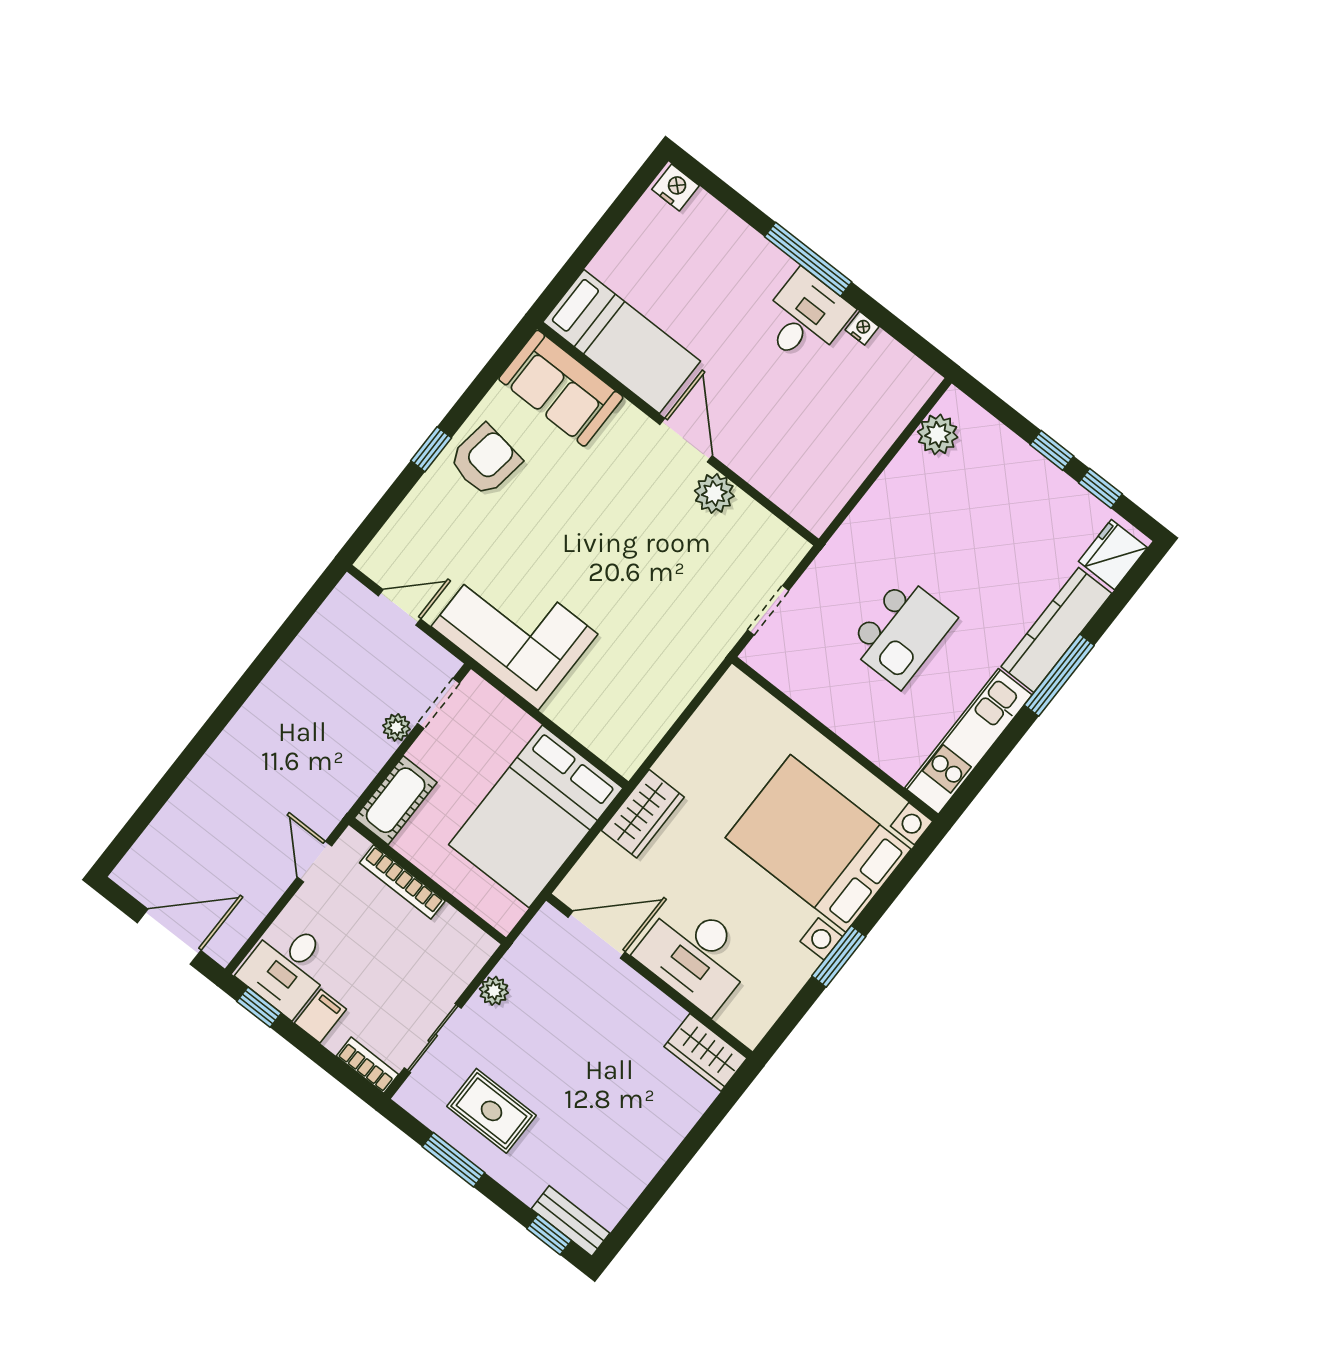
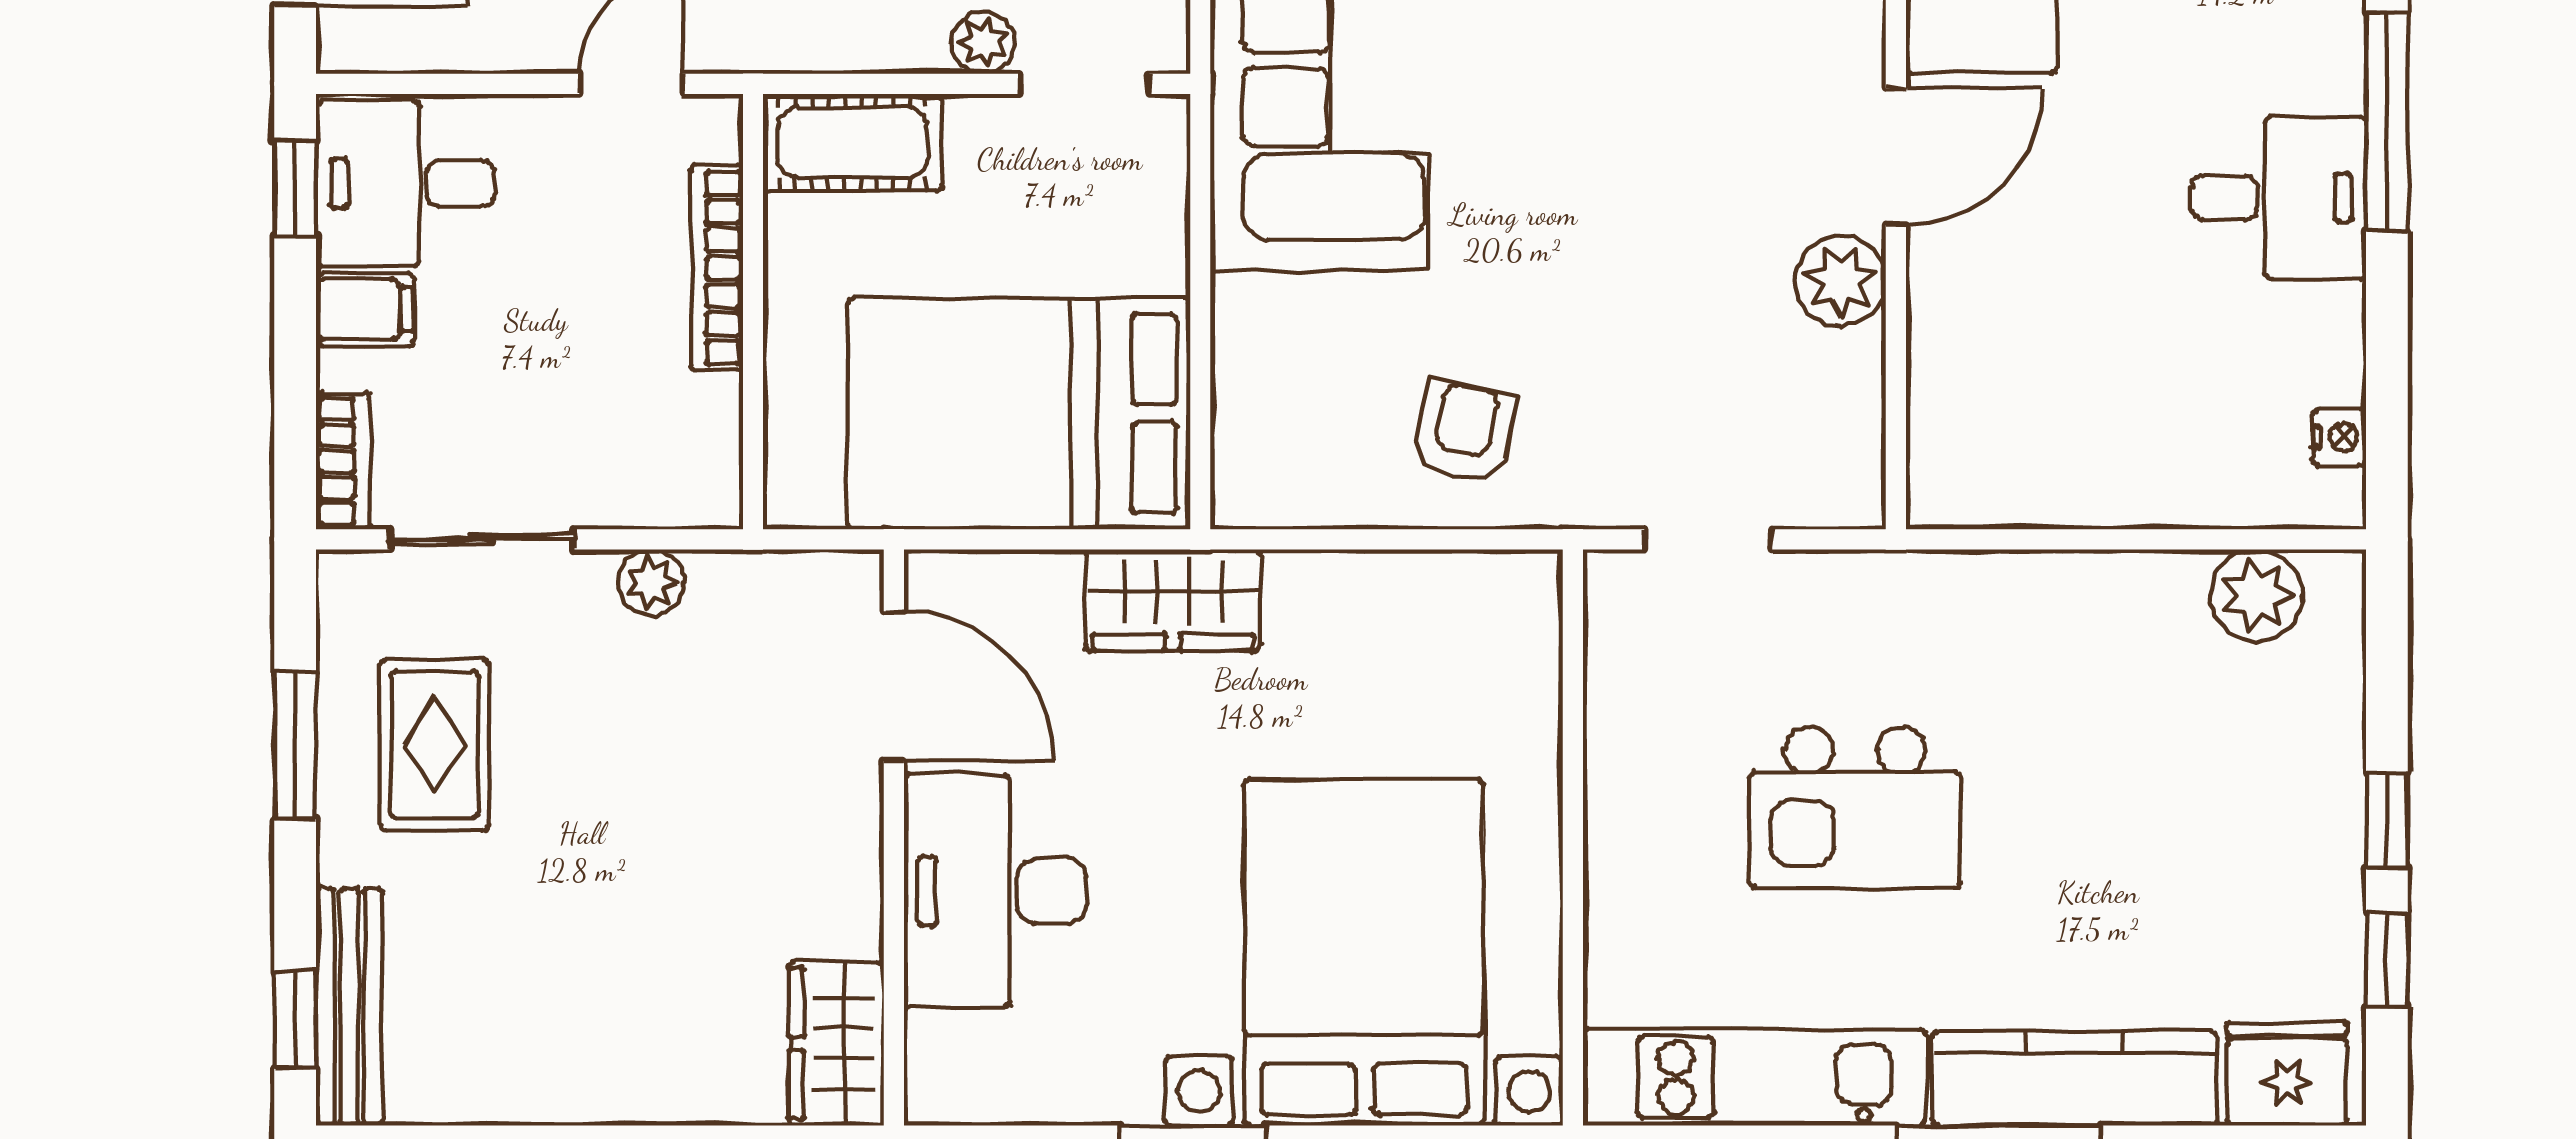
nightstand: (862, 328) -> (2340, 437), moved
armchair: (664, 666) -> (1464, 432), added
bench: (571, 1221) -> (349, 1007), width x1.36

